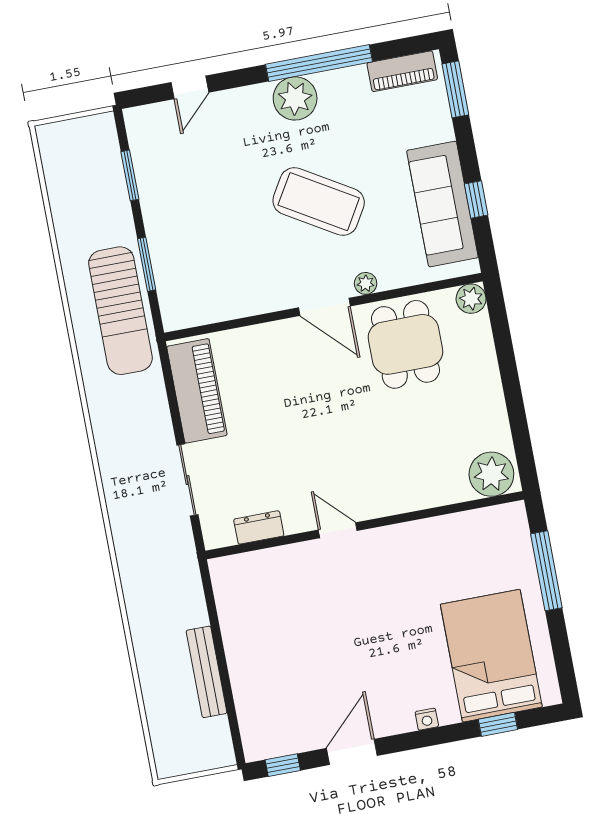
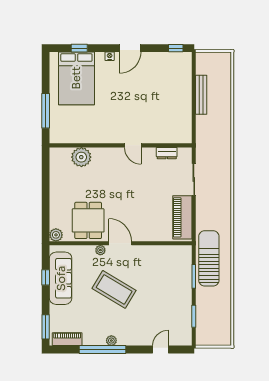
plant: (295, 98) -> (111, 341), width x0.53, depth x0.53
plant: (491, 474) -> (81, 157), moved
door: (352, 752) -> (130, 48), moved

